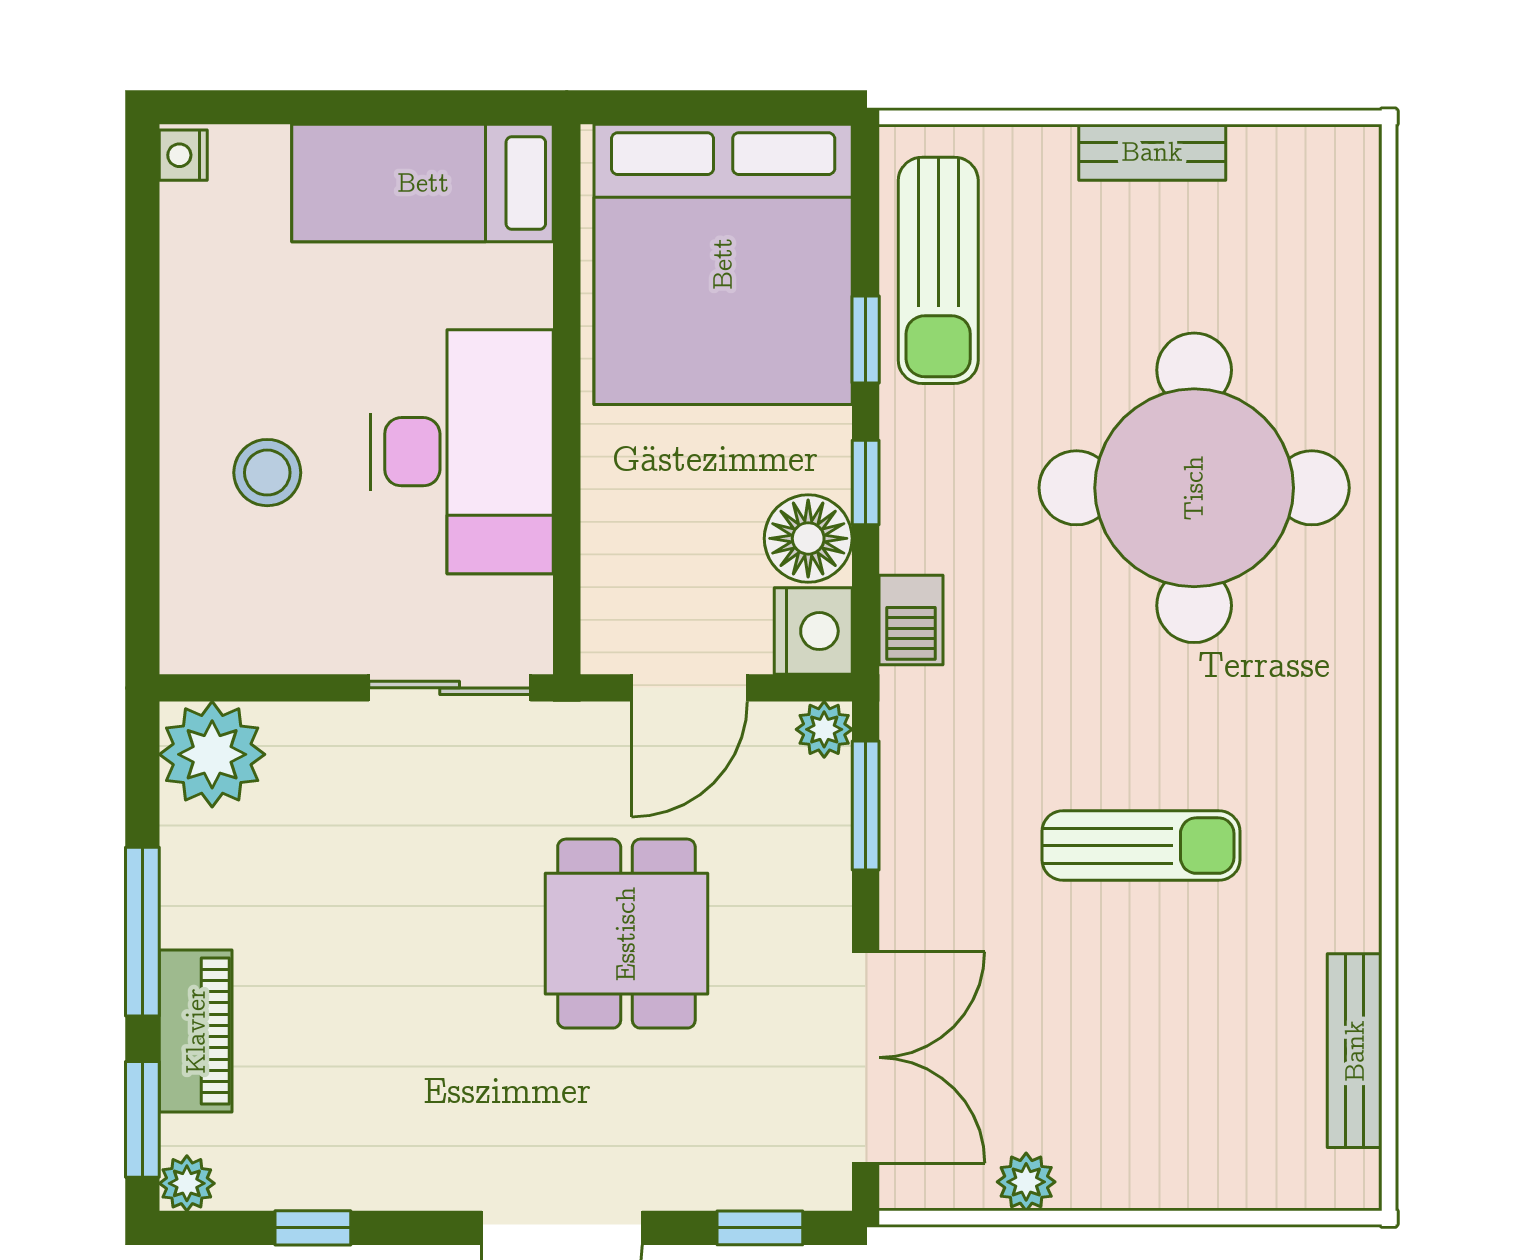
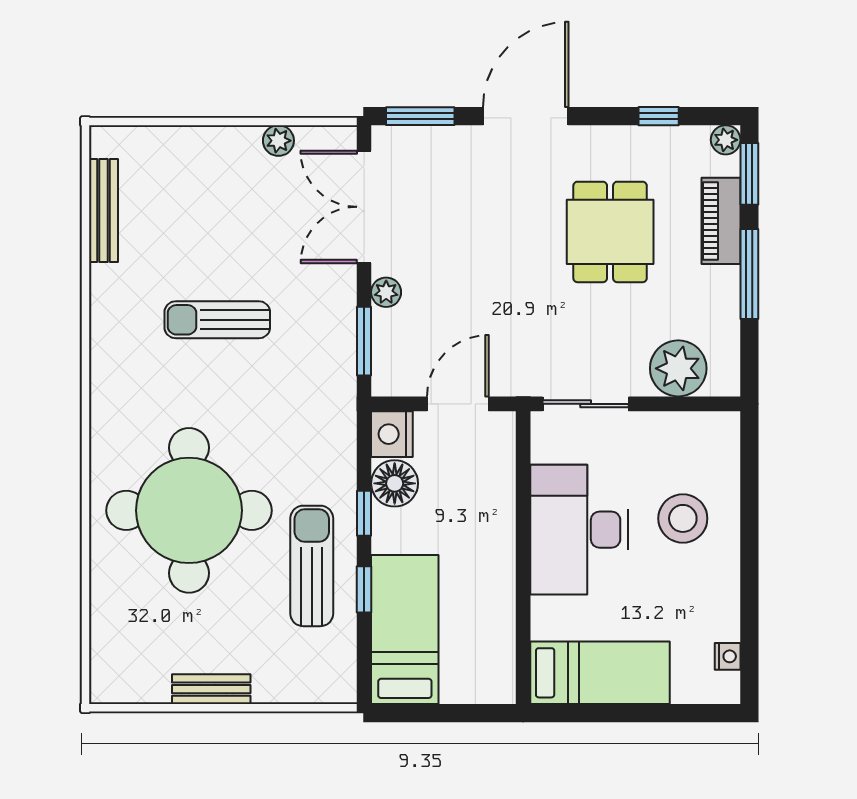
nightstand: (183, 155) -> (728, 656), moved
bed: (723, 264) -> (405, 629), width x0.49
sun lounger: (938, 270) -> (312, 566), moved
stool: (267, 473) -> (683, 518), width x1.38, depth x1.38
barbecue: (911, 620) -> (340, 440), removed
plant: (824, 729) -> (386, 292), moved
plant: (212, 754) -> (678, 368), moved
dining table: (626, 934) -> (610, 232), moved
window: (760, 1228) -> (420, 116), width x1.50

